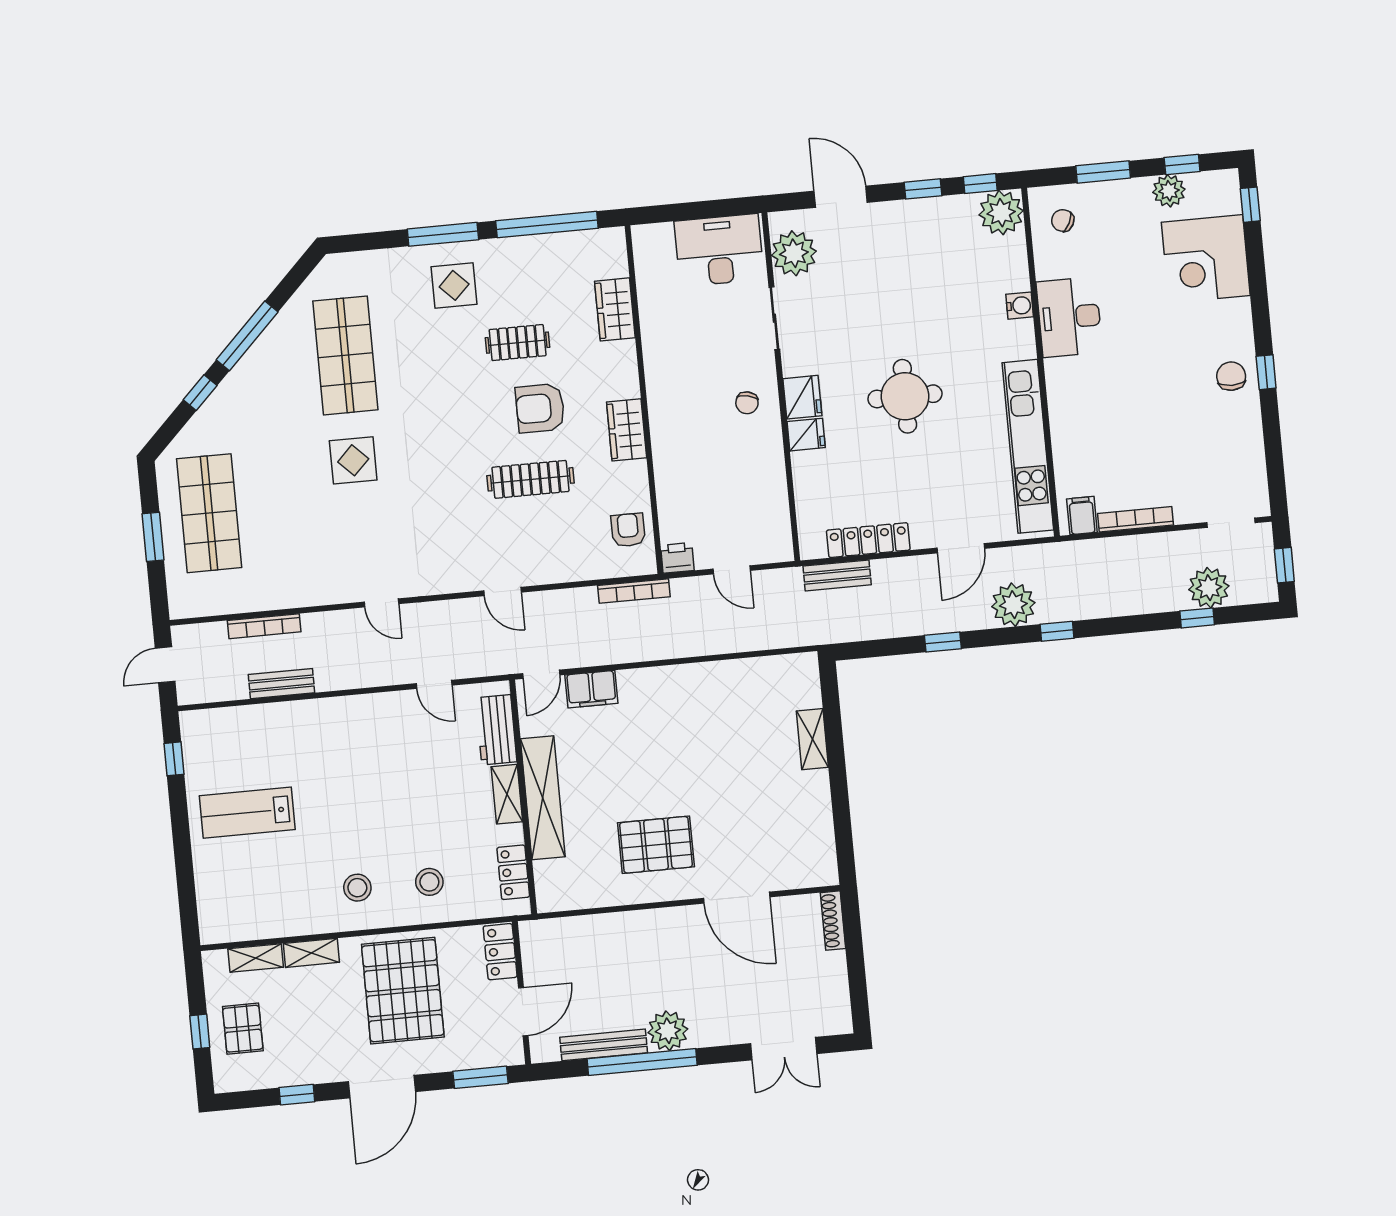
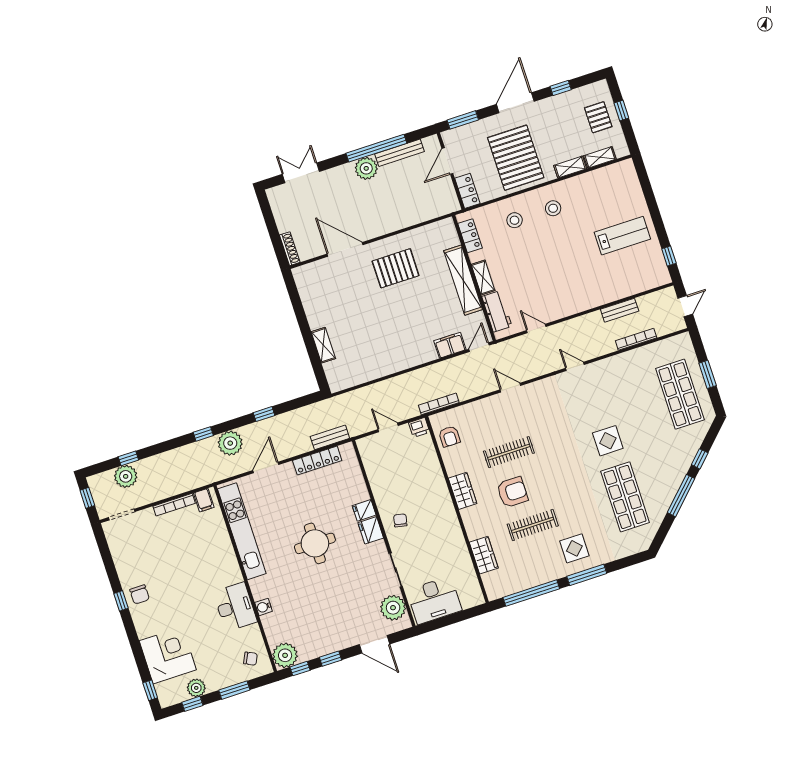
clothes rail: (518, 343) -> (533, 525), width x1.36

